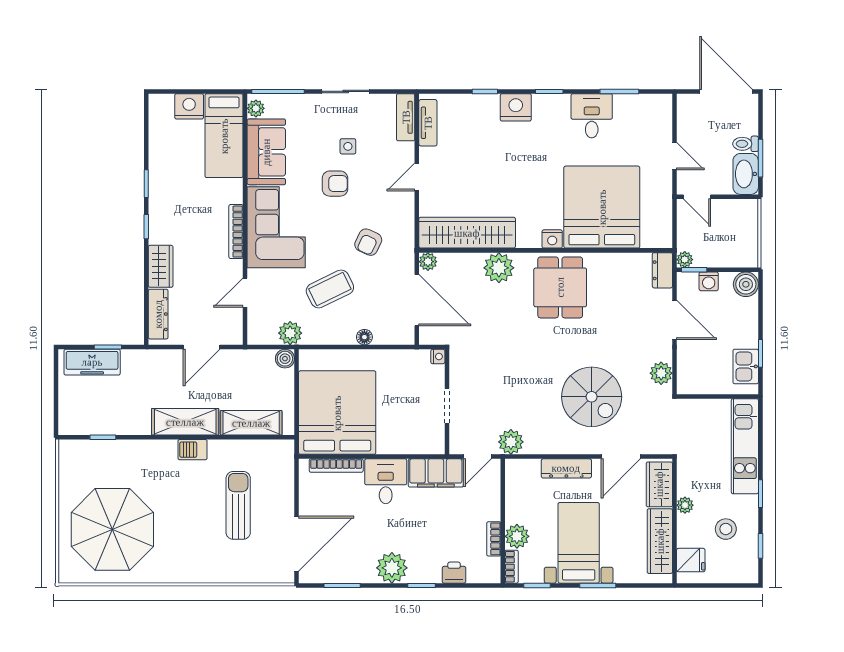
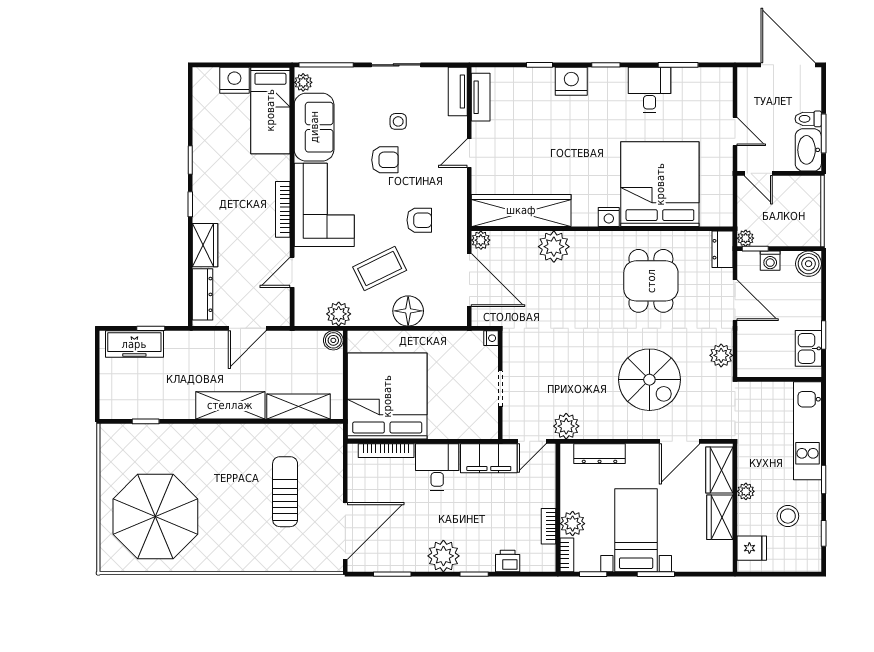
armchair: (368, 242) -> (419, 220), turned -115
dining table: (560, 287) -> (651, 281), moved
floor lamp: (364, 337) -> (408, 311), width x1.89, depth x1.89
barbecue: (193, 450) -> (238, 434), removed
dresser: (566, 468) -> (600, 454), moved
wardrobe: (660, 541) -> (720, 517), width x0.67

